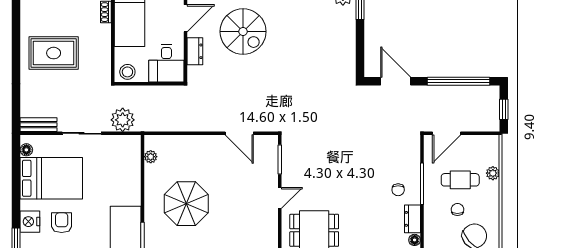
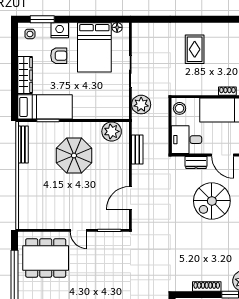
shoe rack: (350, 38) -> (207, 287), added
rug: (54, 53) -> (195, 49), width x0.73, depth x0.70
bench: (39, 125) -> (137, 149), moved
plant: (151, 157) -> (112, 131), width x1.88, depth x1.88

